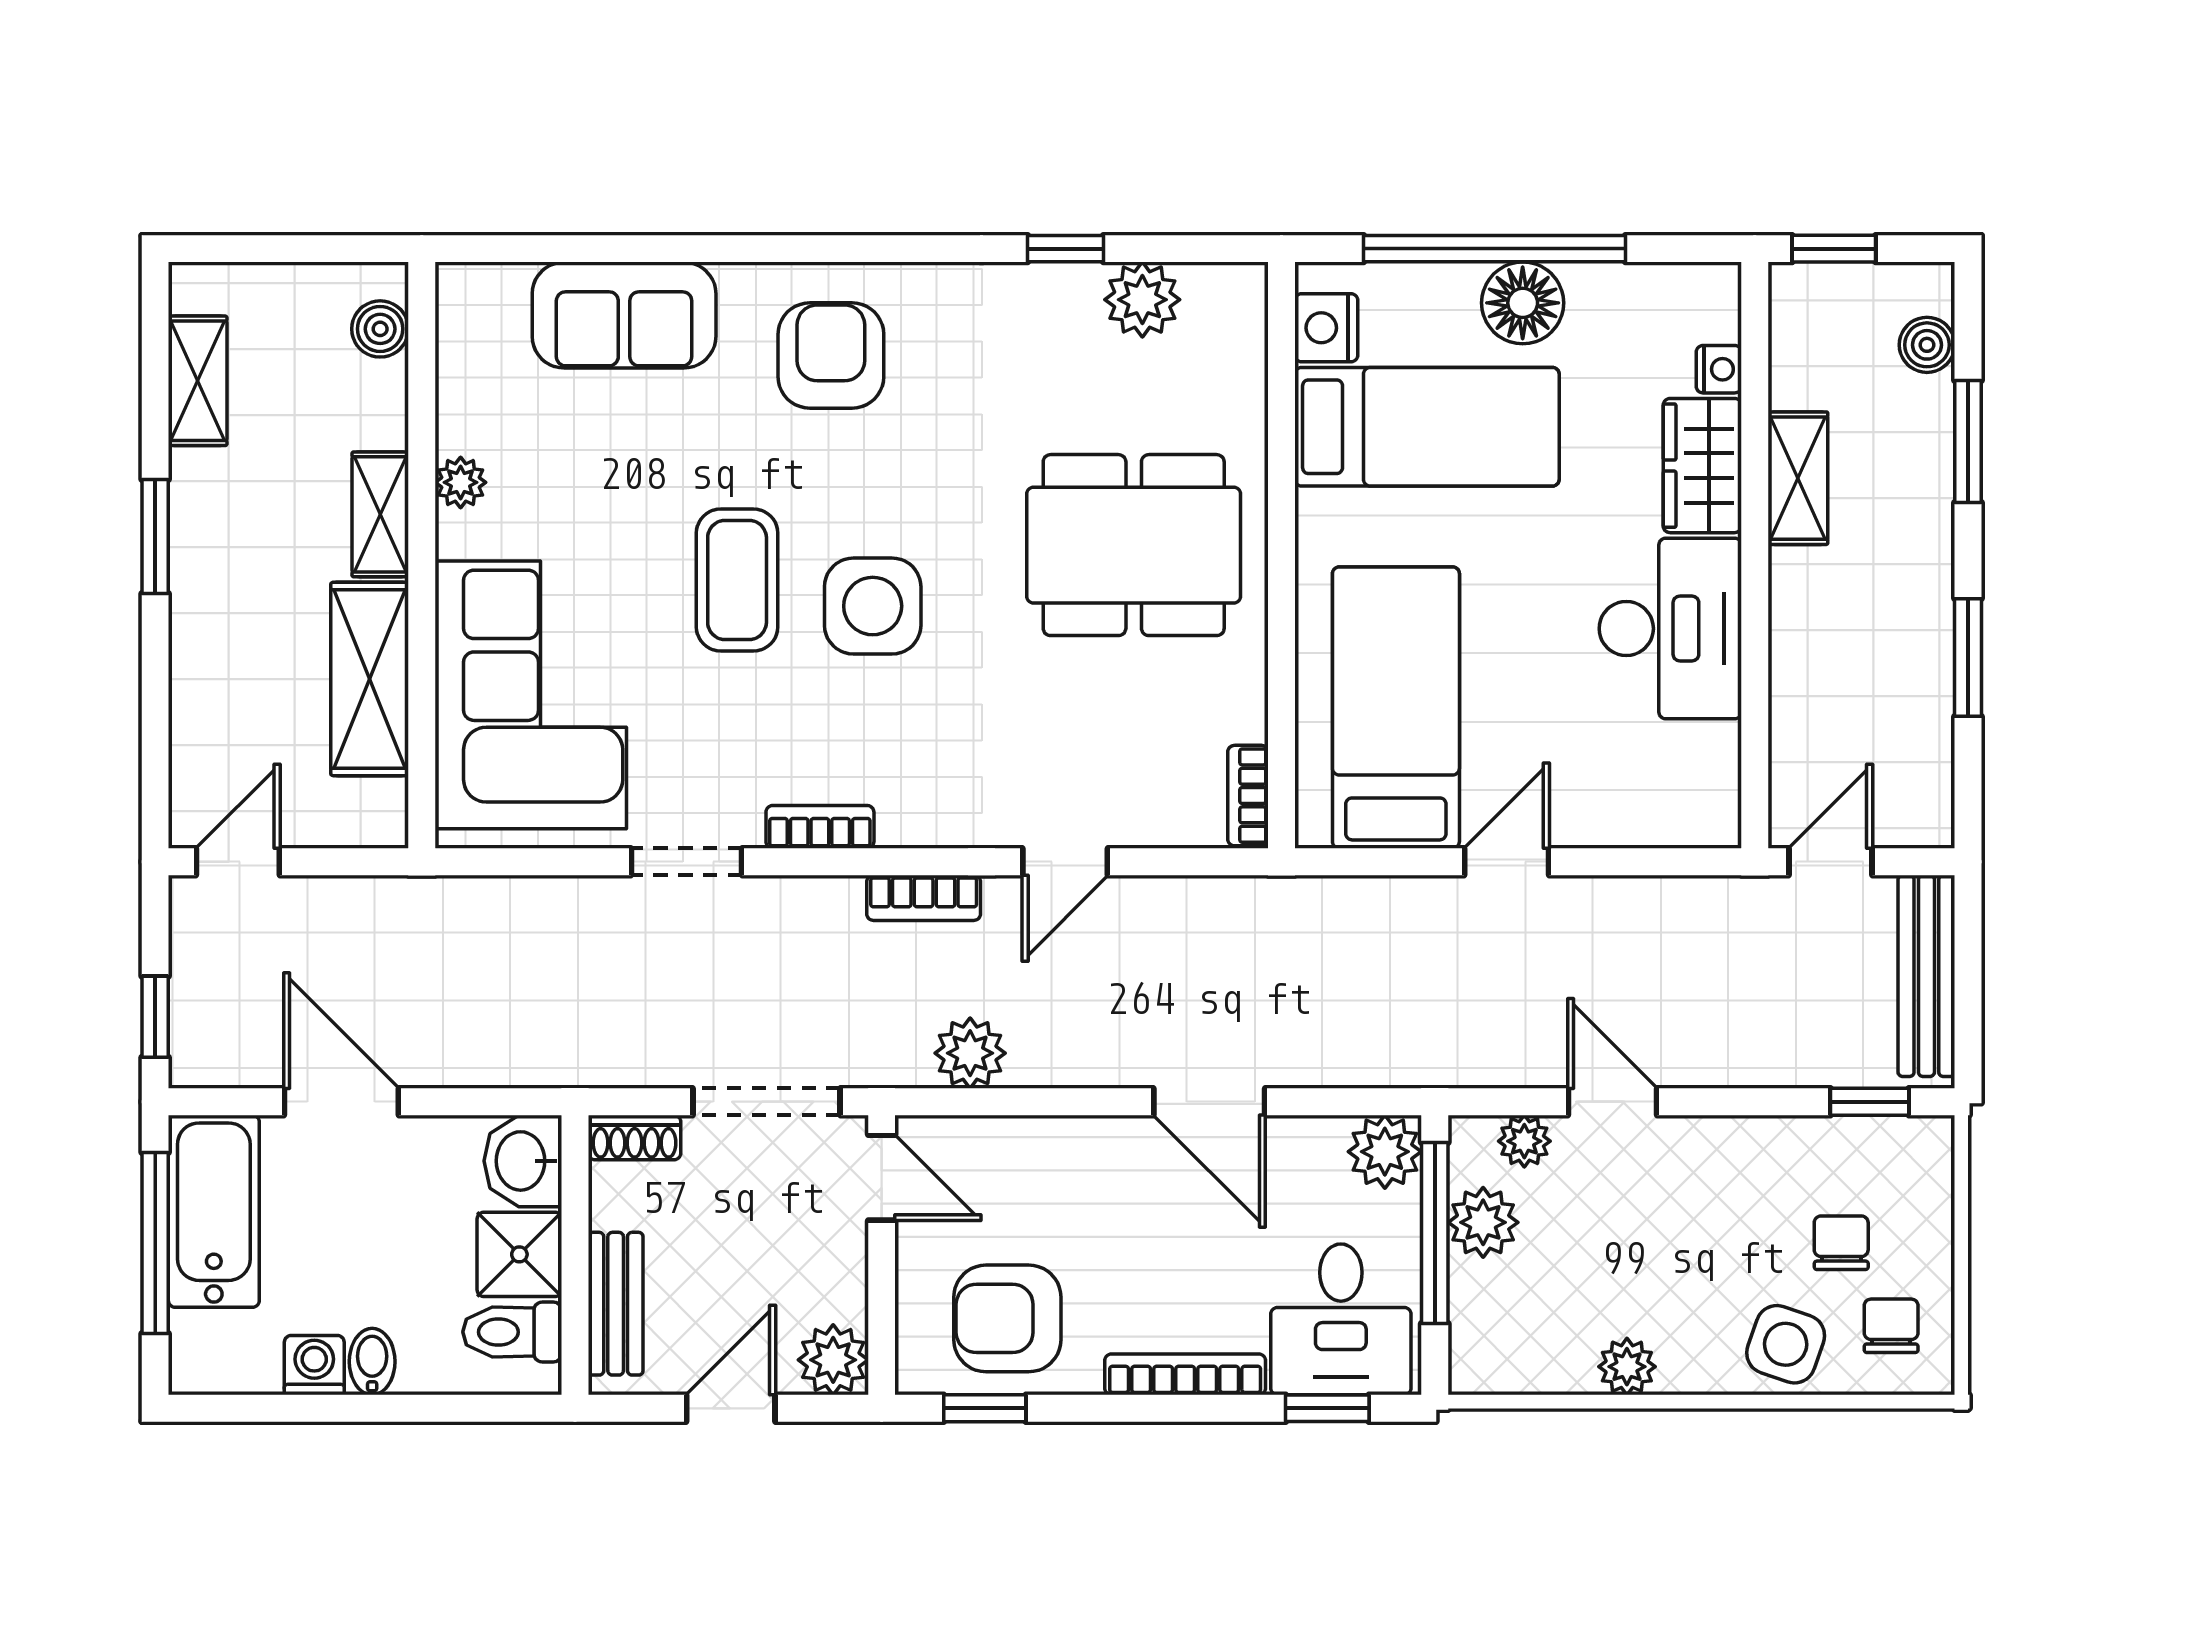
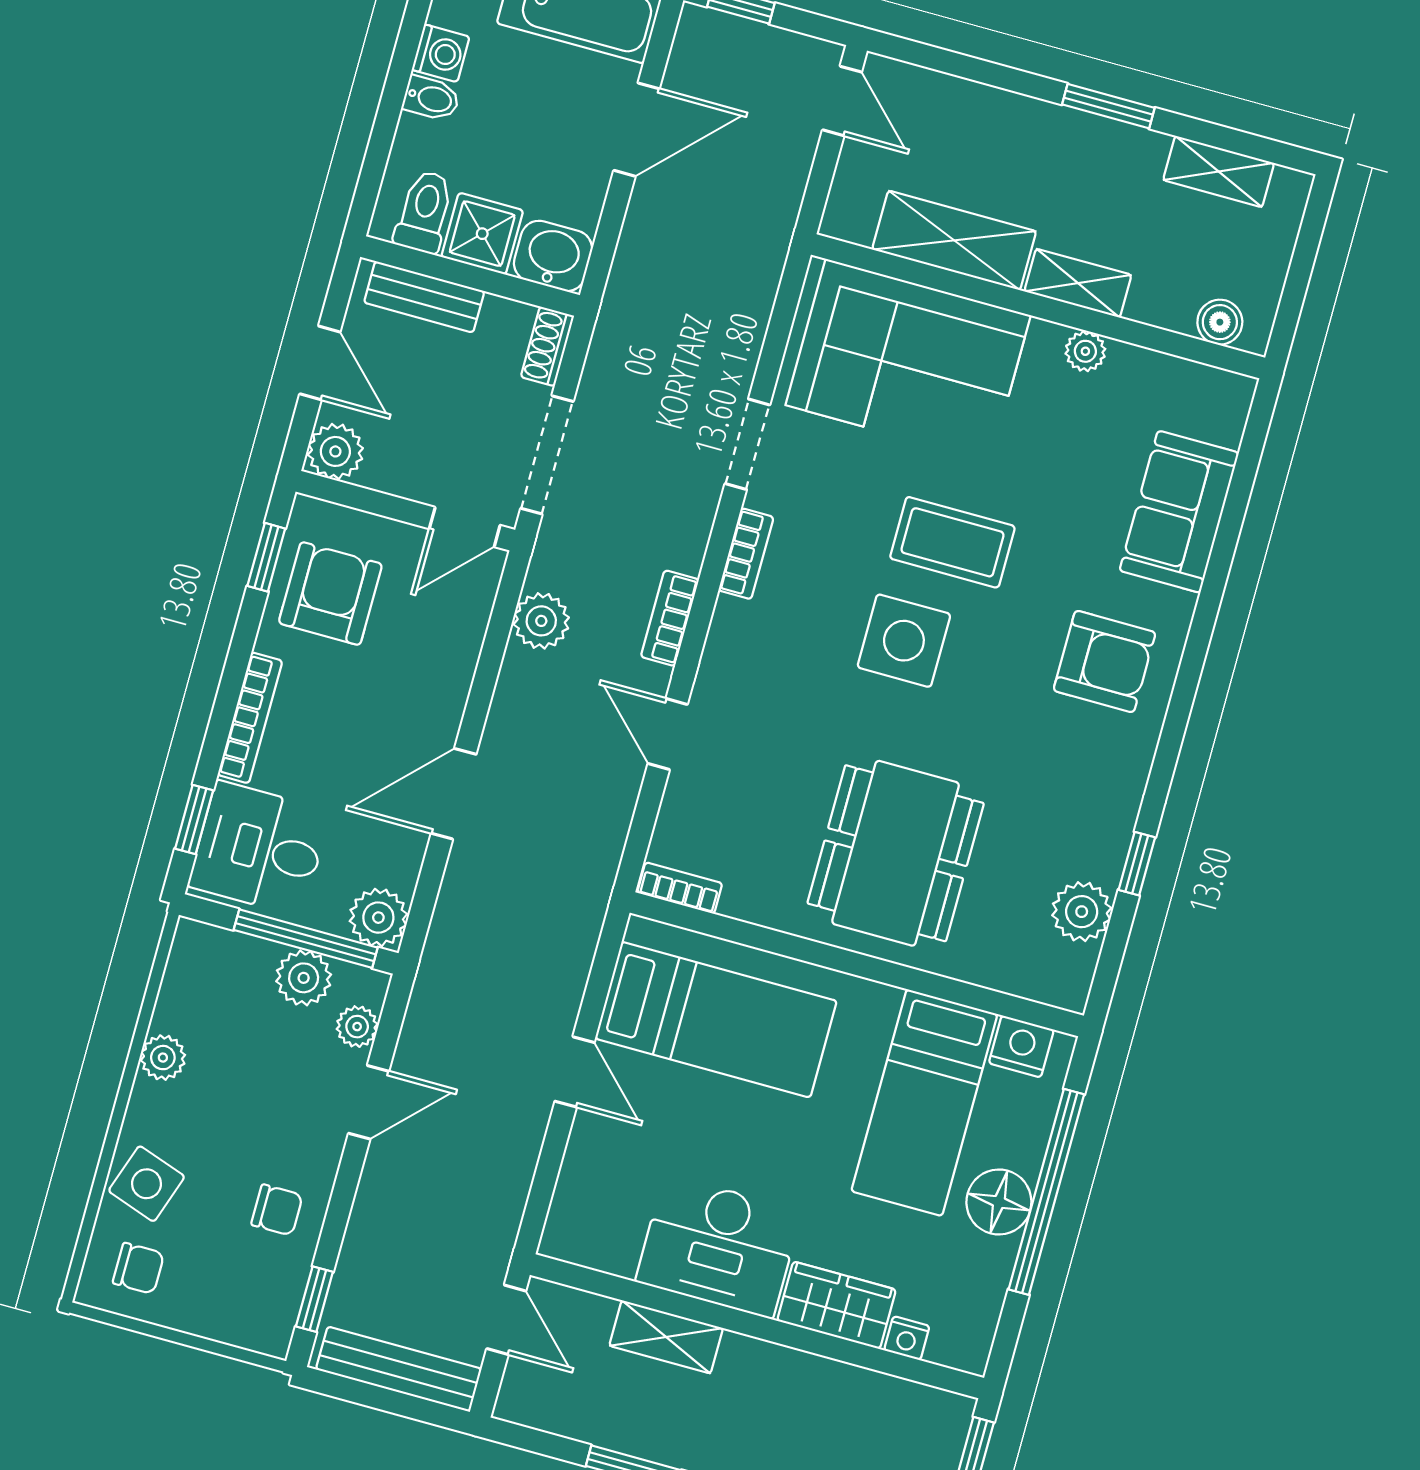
shelving: (1798, 478) -> (666, 1337), moved
chair: (1841, 1243) -> (277, 1210), moved

